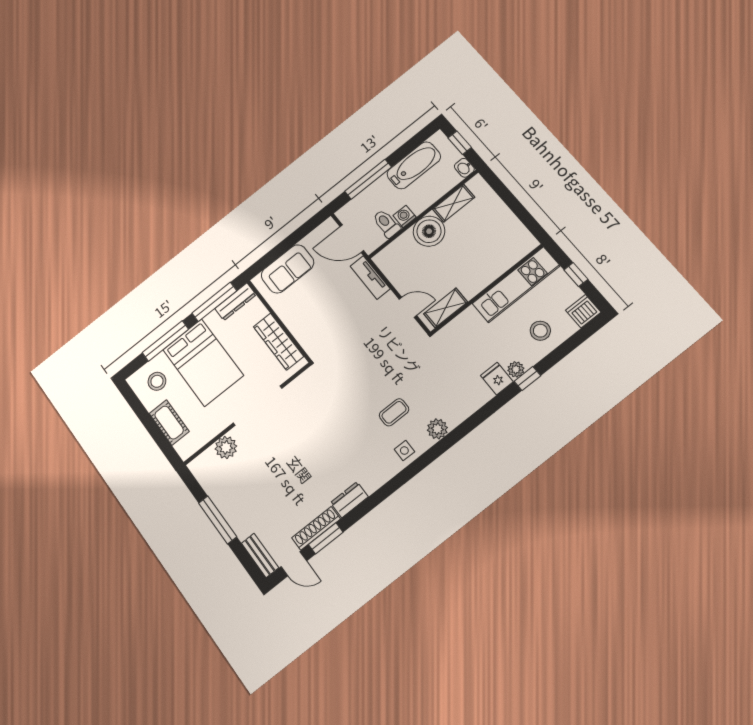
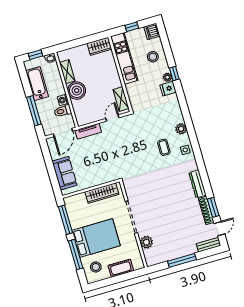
wardrobe: (519, 236) -> (99, 46), added
dresser: (235, 302) -> (70, 208), removed
dresser: (349, 500) -> (198, 184), width x1.44

